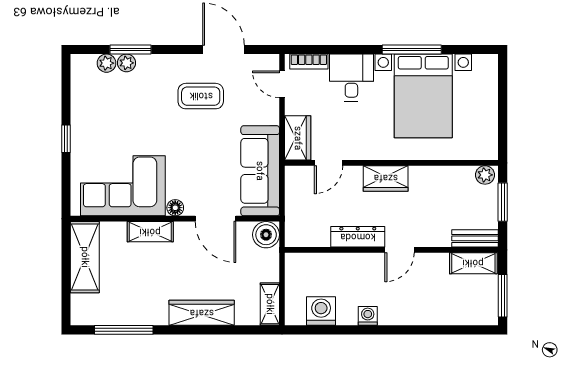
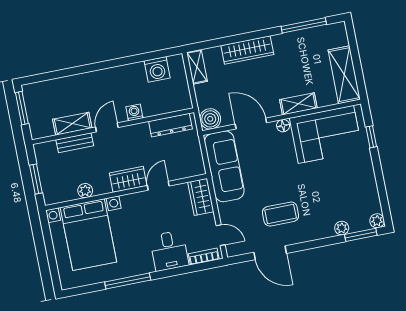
window: (131, 49) -> (361, 235), moved
plant: (107, 63) -> (377, 221), moved
bed with nightstands: (423, 96) -> (88, 235), moved, turned 180
window: (66, 139) -> (371, 137), moved
door: (329, 163) -> (158, 186), moved
plant: (485, 175) -> (85, 191), moved
dresser: (358, 237) -> (170, 125), moved
bench: (475, 238) -> (75, 143), moved
shelving: (473, 263) -> (72, 124), moved
washing machine: (368, 316) -> (134, 112), moved, turned 180

